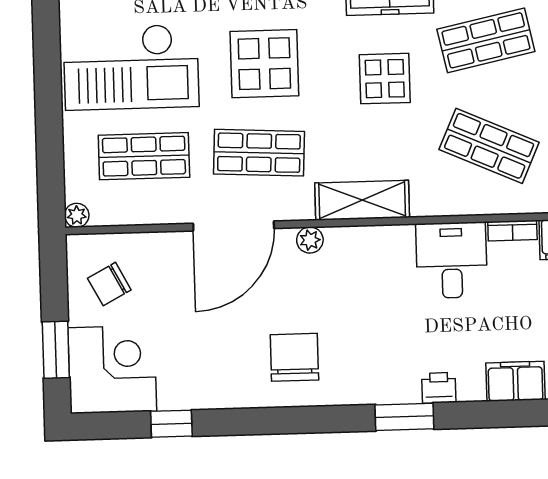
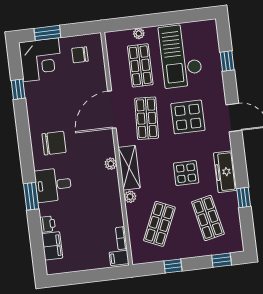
plant: (425, 204) -> (130, 197), added
plant: (77, 215) -> (139, 33), moved
door: (234, 226) -> (112, 110), hinge flipped
plant: (310, 240) -> (111, 164), moved
desk: (452, 260) -> (53, 185), moved, turned 180
chair: (109, 284) -> (80, 55), turned -62
printer: (439, 388) -> (48, 224), moved

